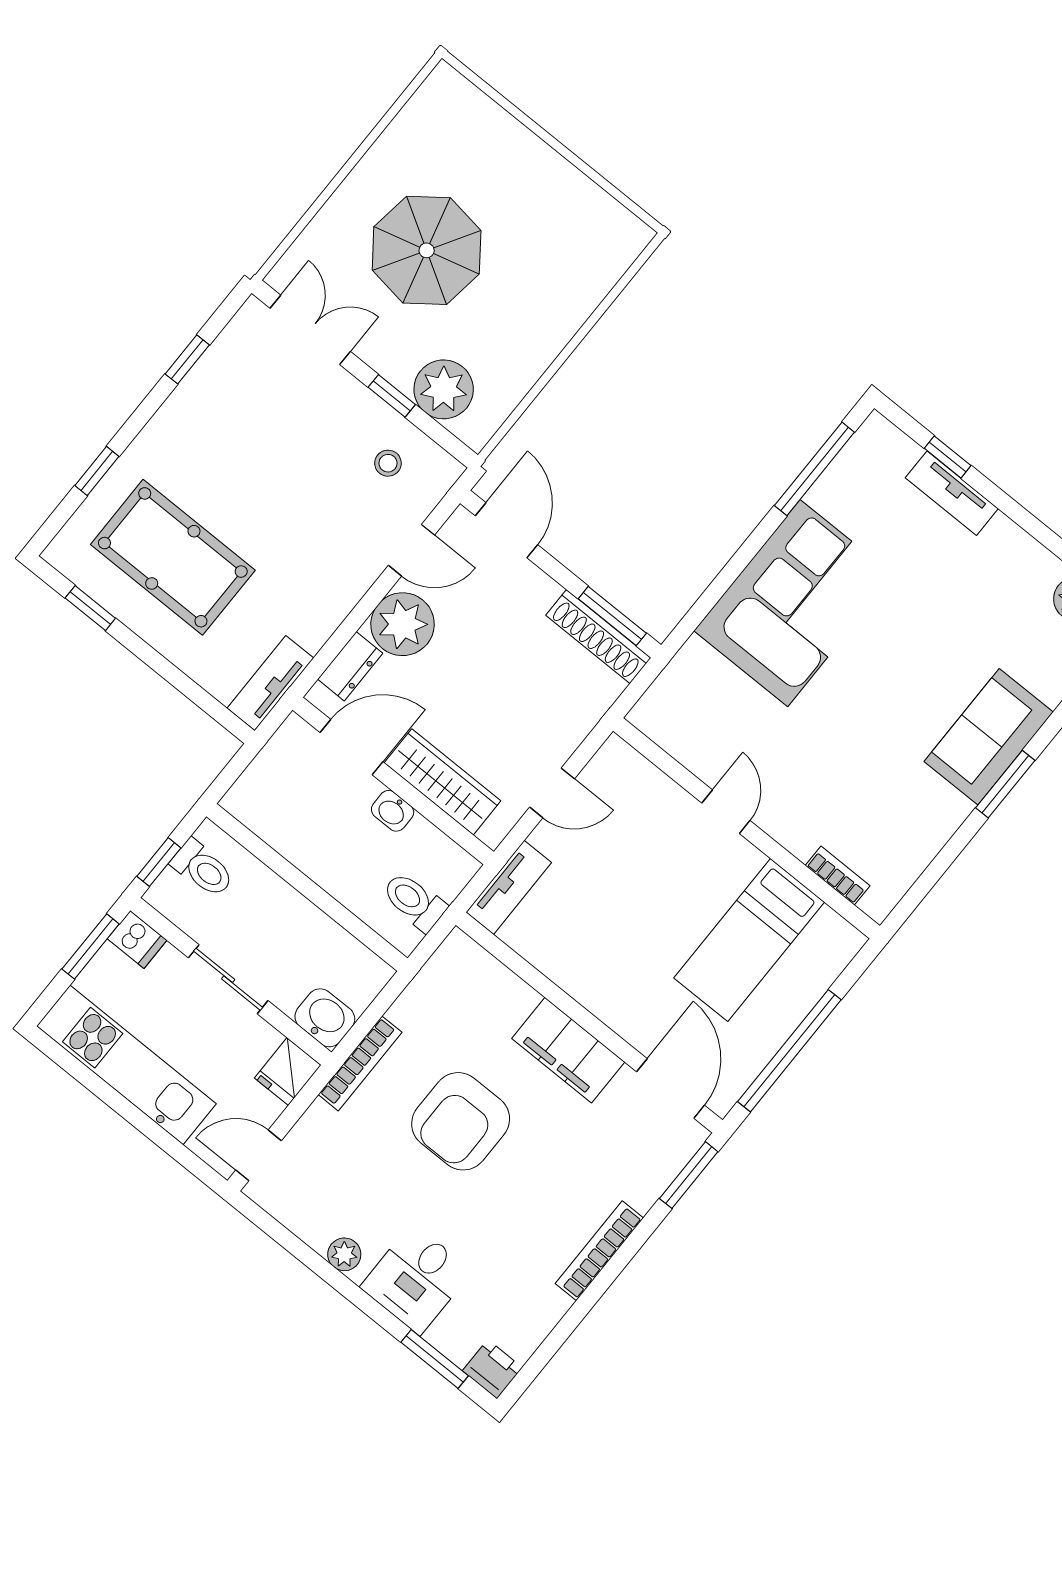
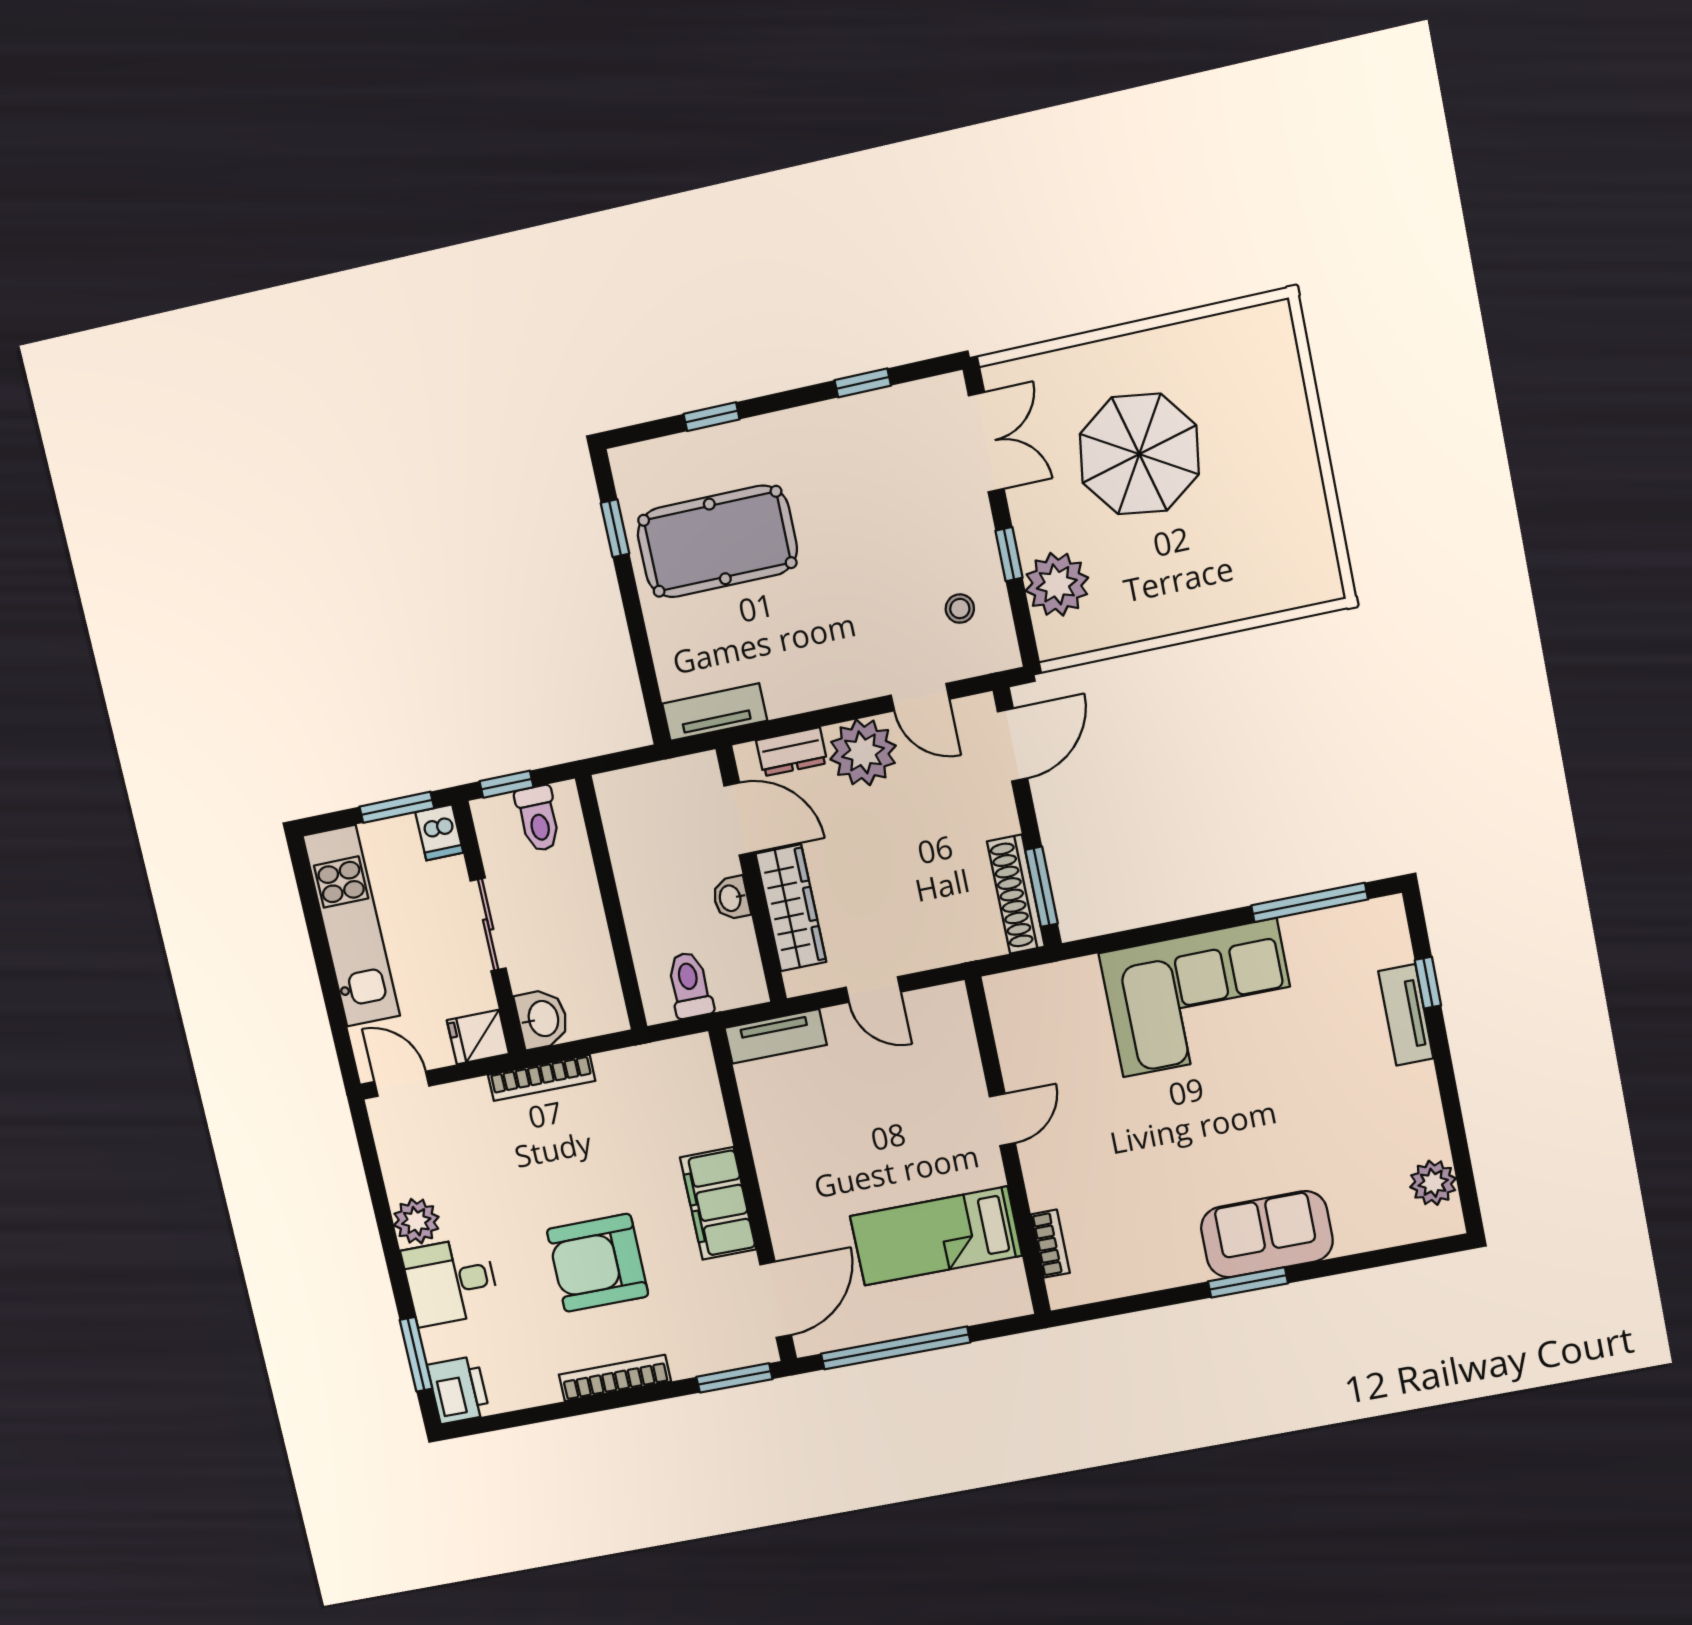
pool table: (173, 557) -> (717, 541), turned 90
armchair: (461, 1121) -> (598, 1263), moved
plant: (344, 1254) -> (416, 1221), width x1.38, depth x1.38
printer: (492, 1369) -> (459, 1390), width x1.36, depth x1.24

